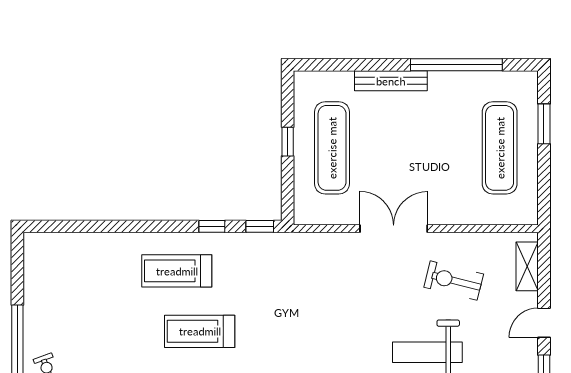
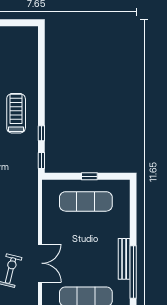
bench: (391, 81) -> (124, 259), moved
double door: (394, 229) -> (40, 263), moved

